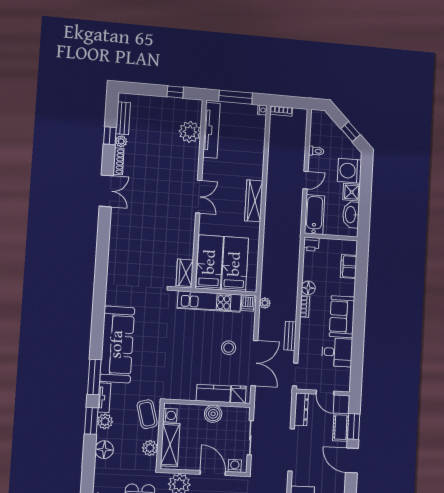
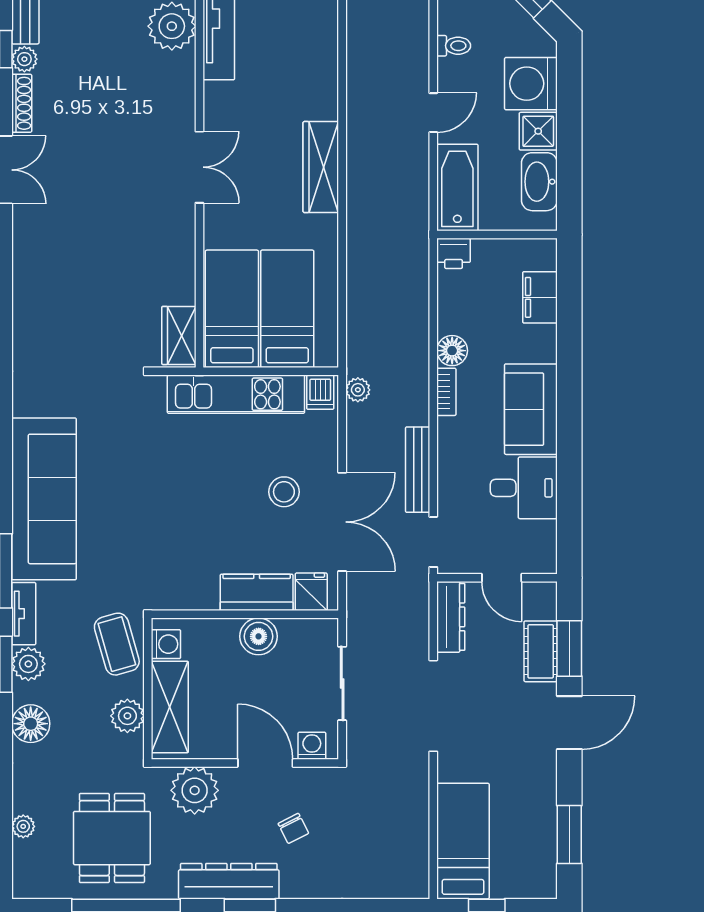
bench: (290, 336) -> (418, 470), width x1.36
door: (352, 460) -> (569, 723), swing flipped

